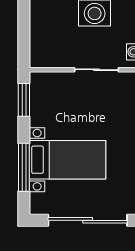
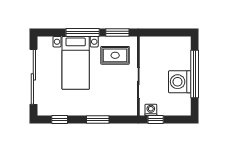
rug: (57, 103) -> (115, 55), added
window: (24, 167) -> (83, 33), moved

